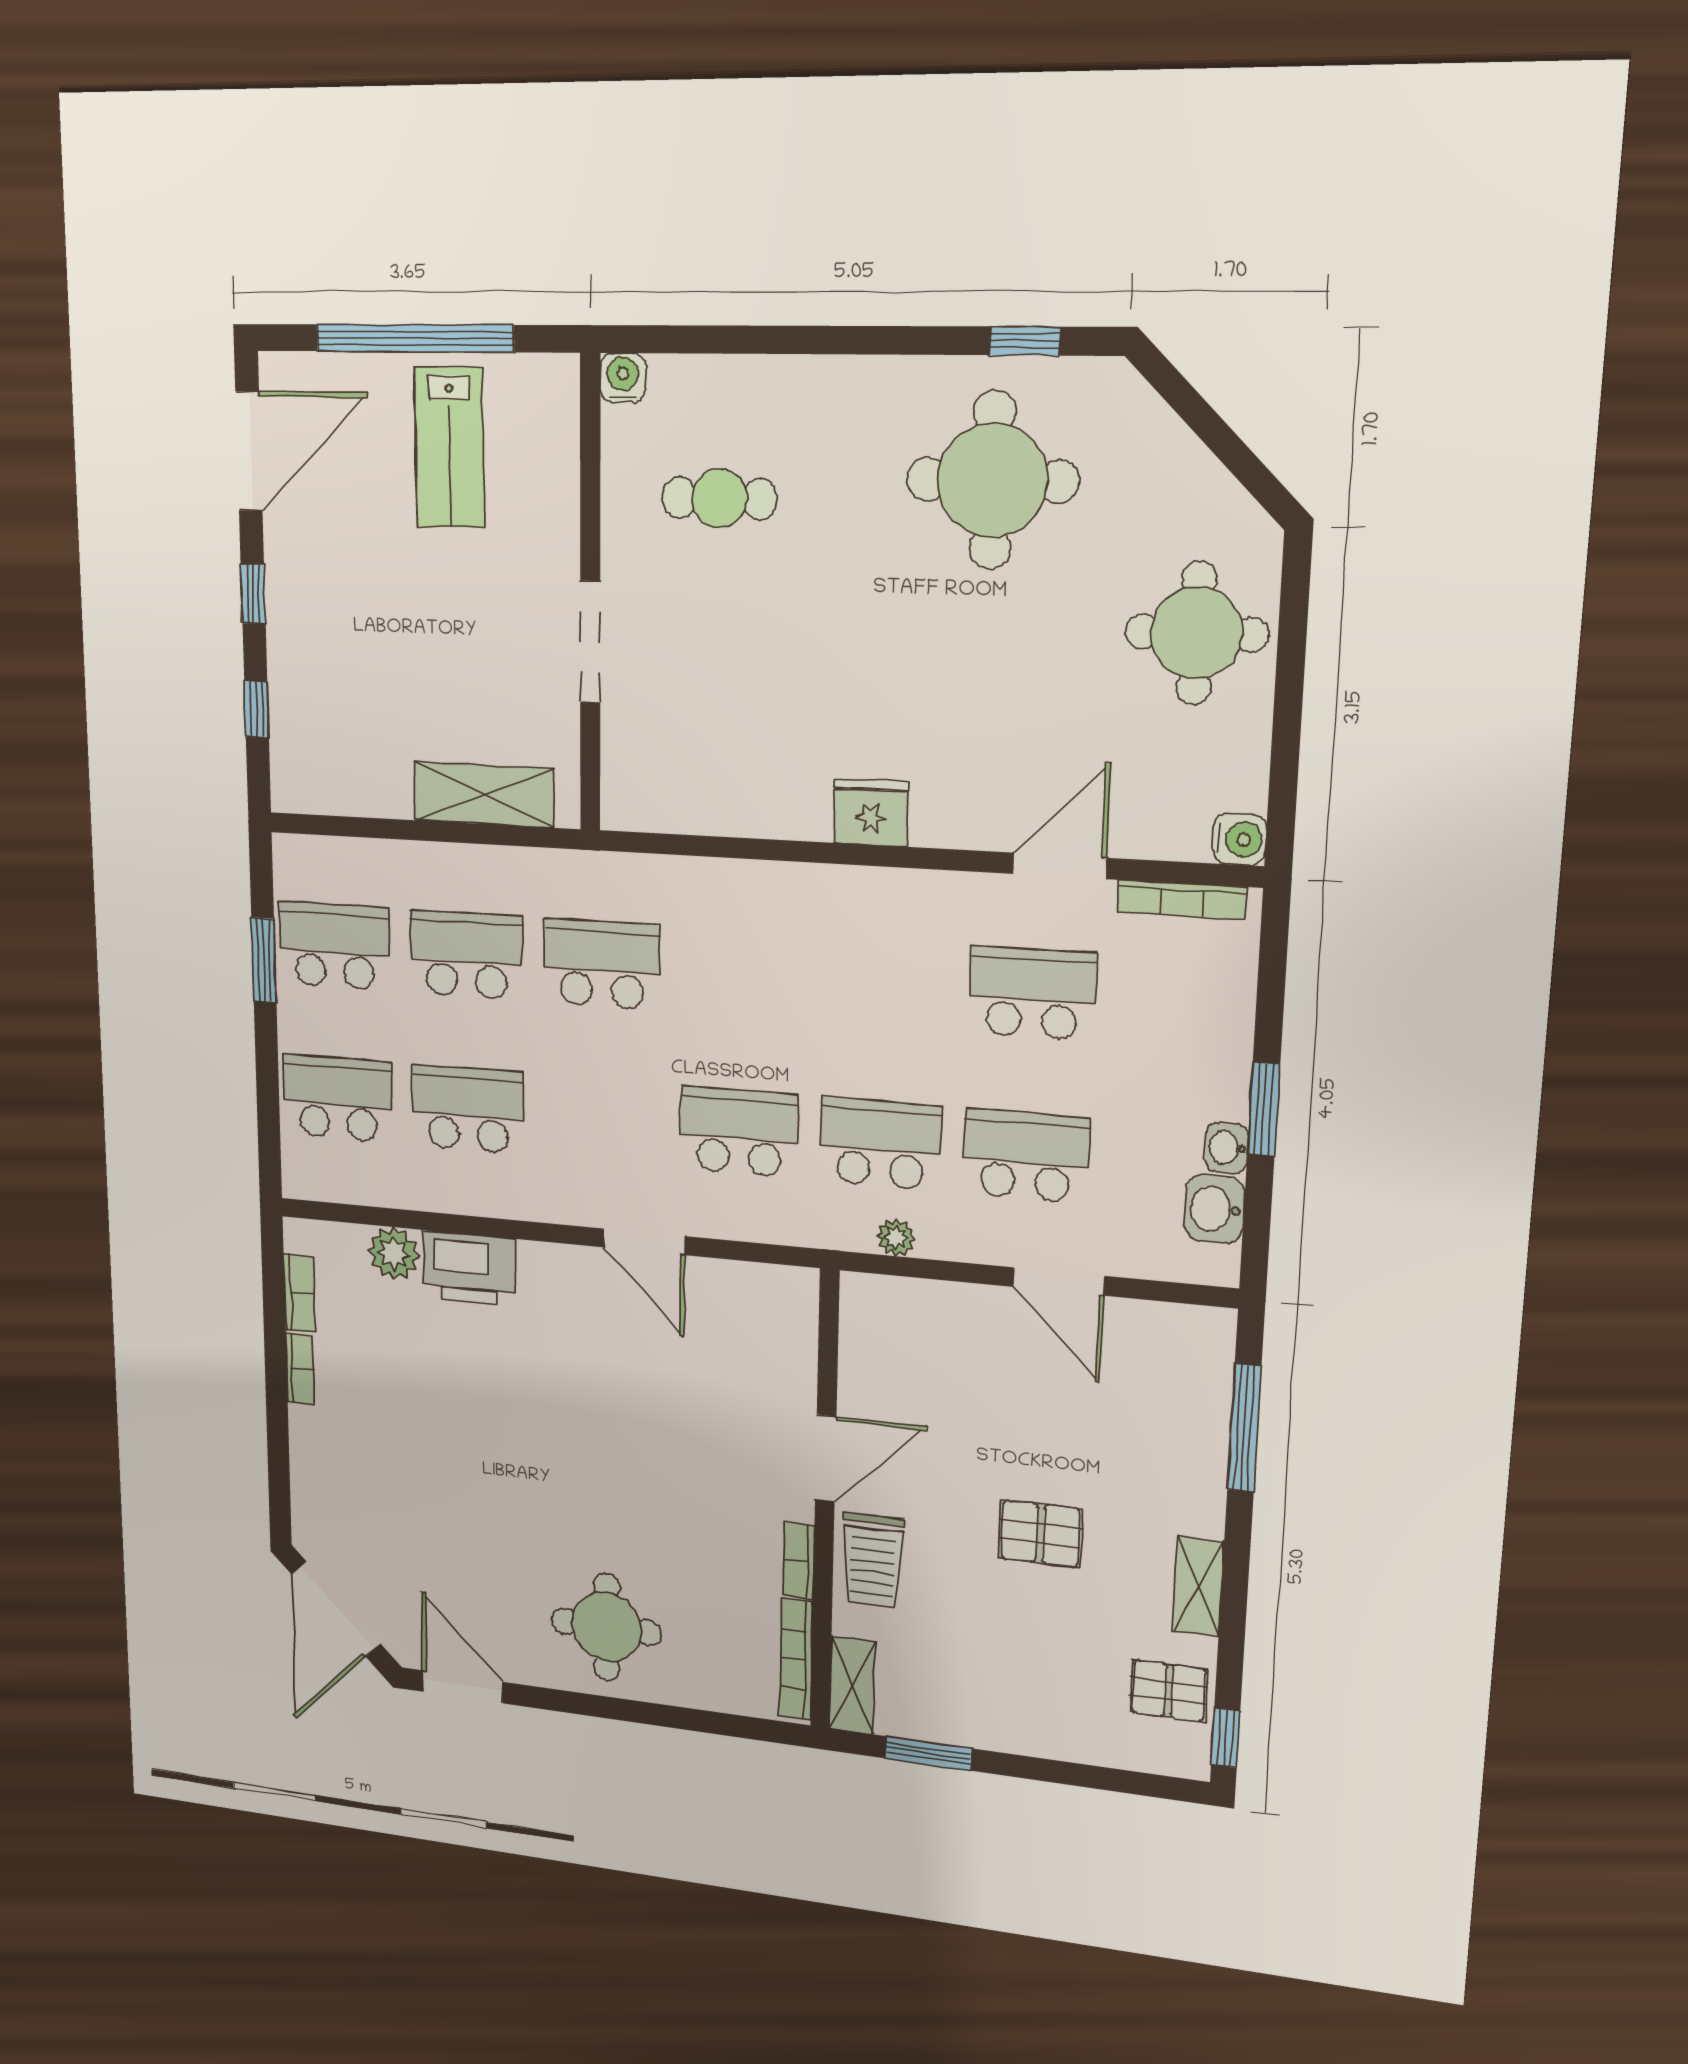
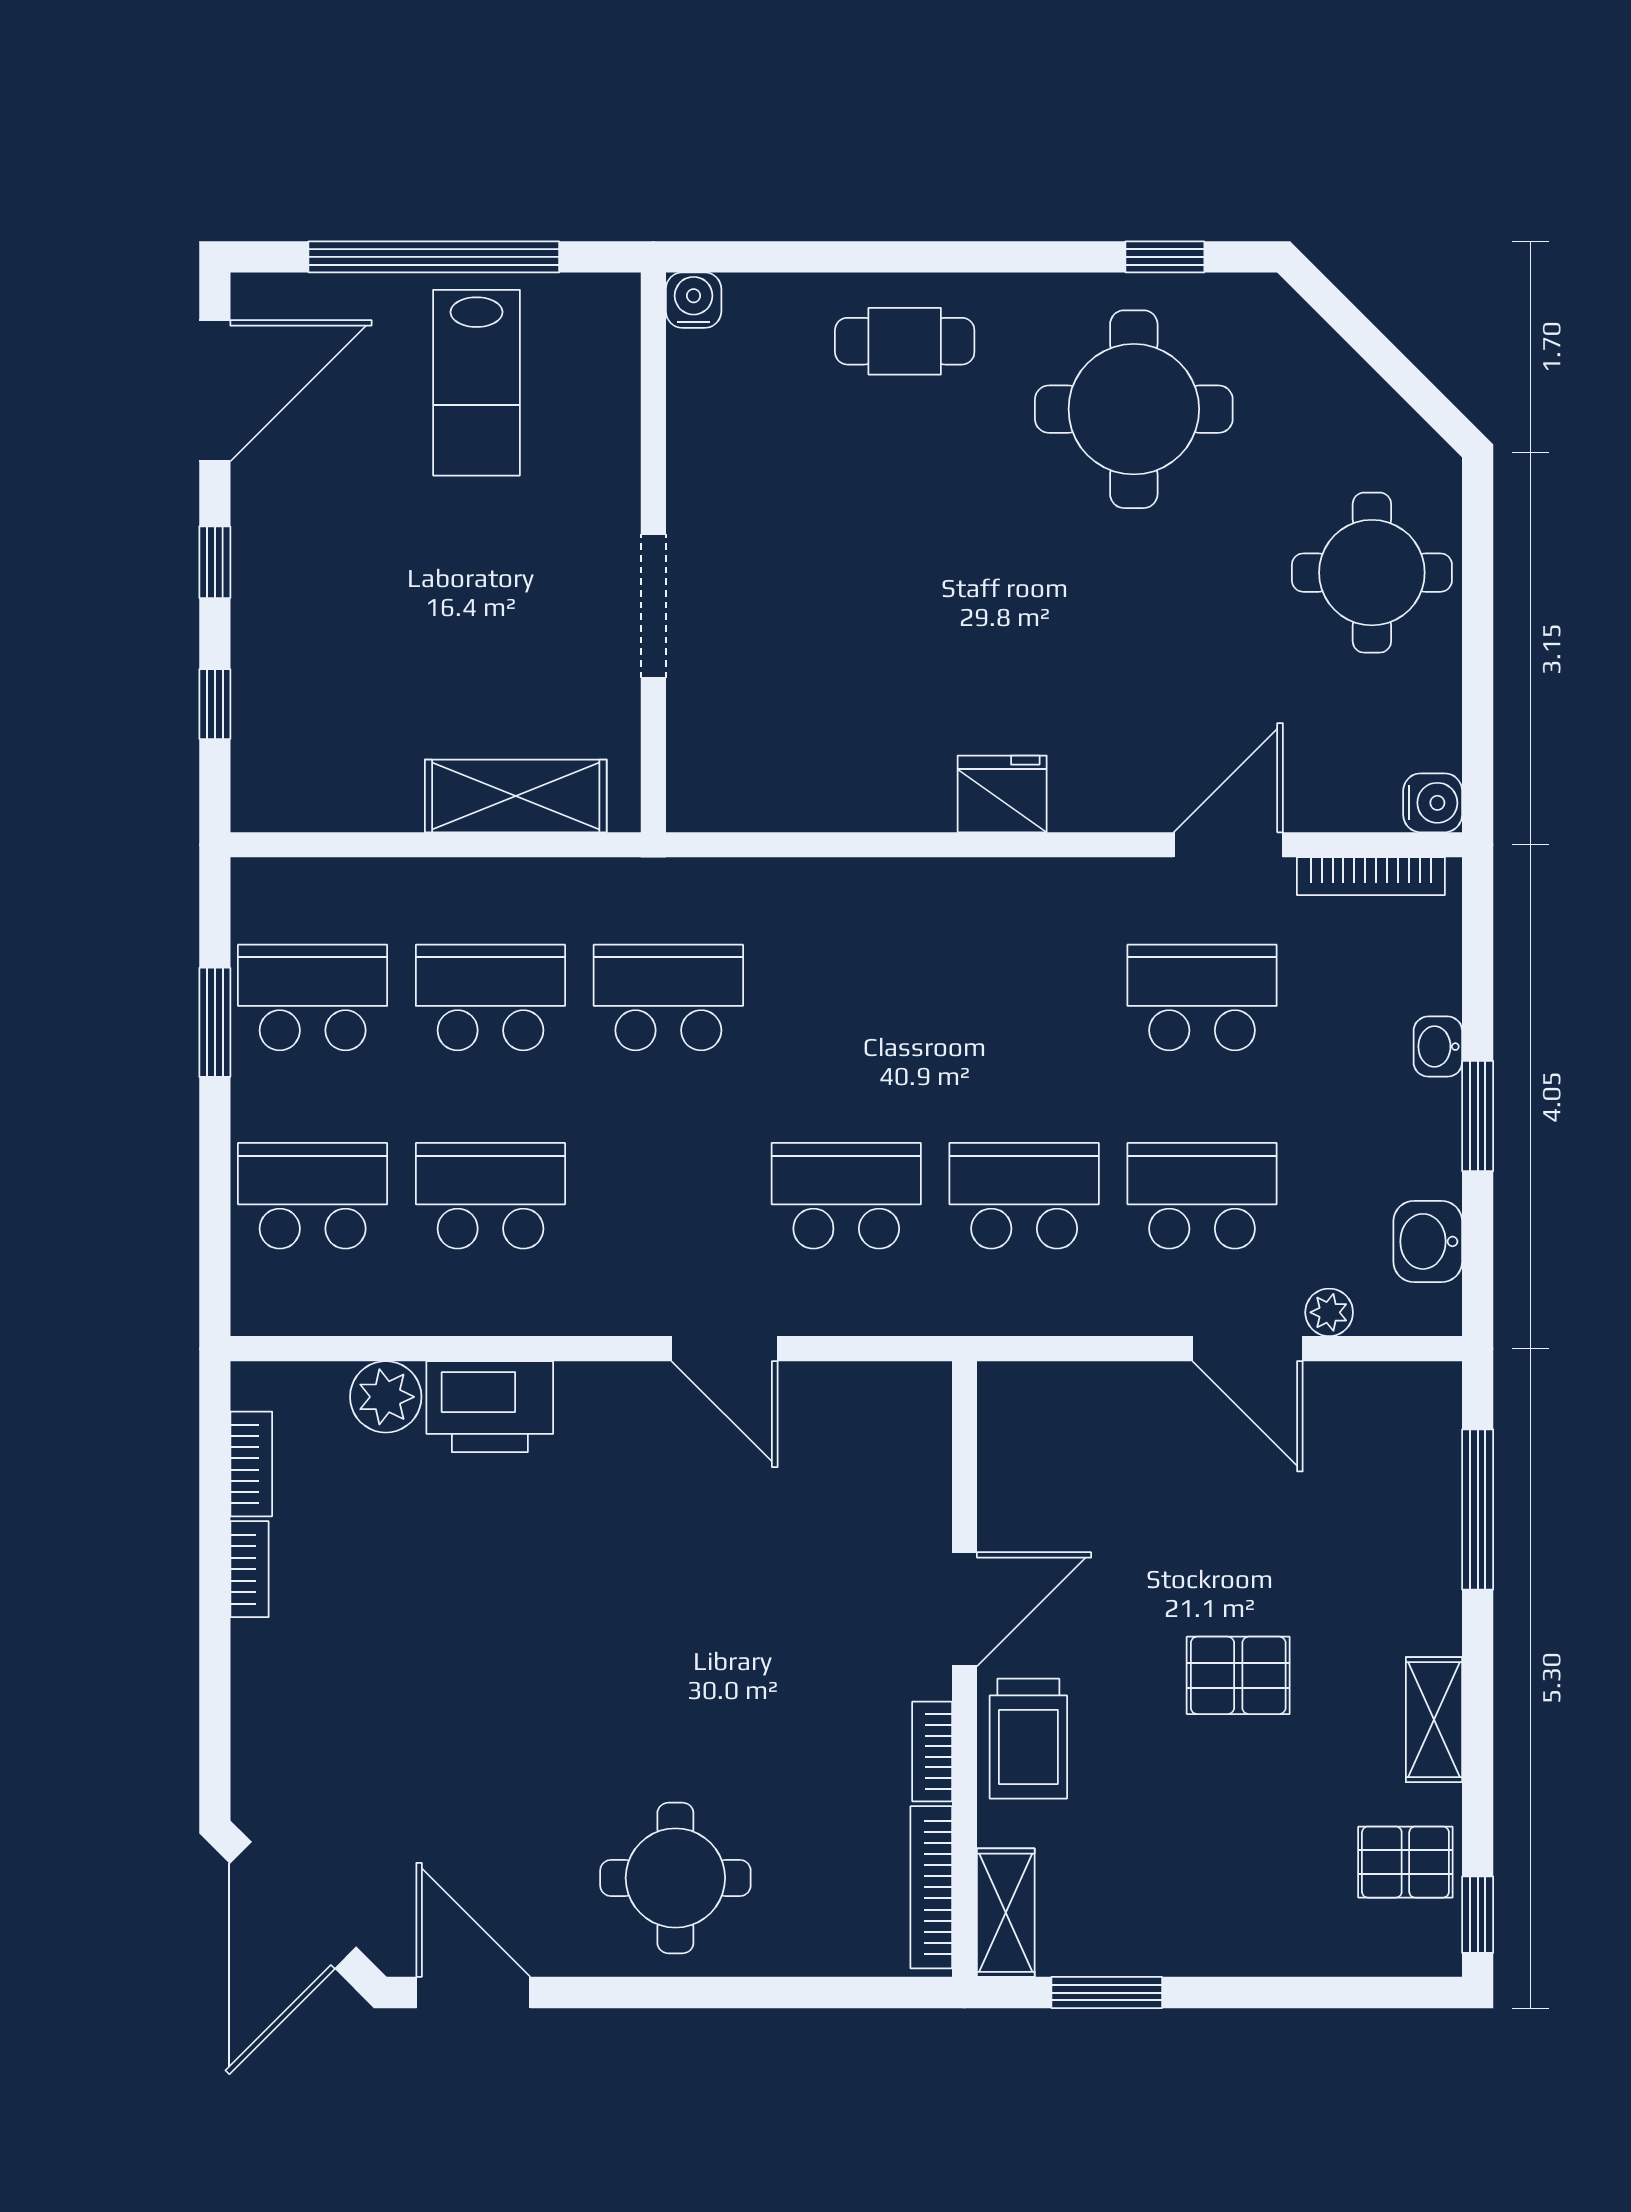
cafe table: (719, 498) -> (905, 341), moved
washbasin: (1227, 1148) -> (1438, 1047), moved
plant: (896, 1237) -> (1329, 1312), moved

